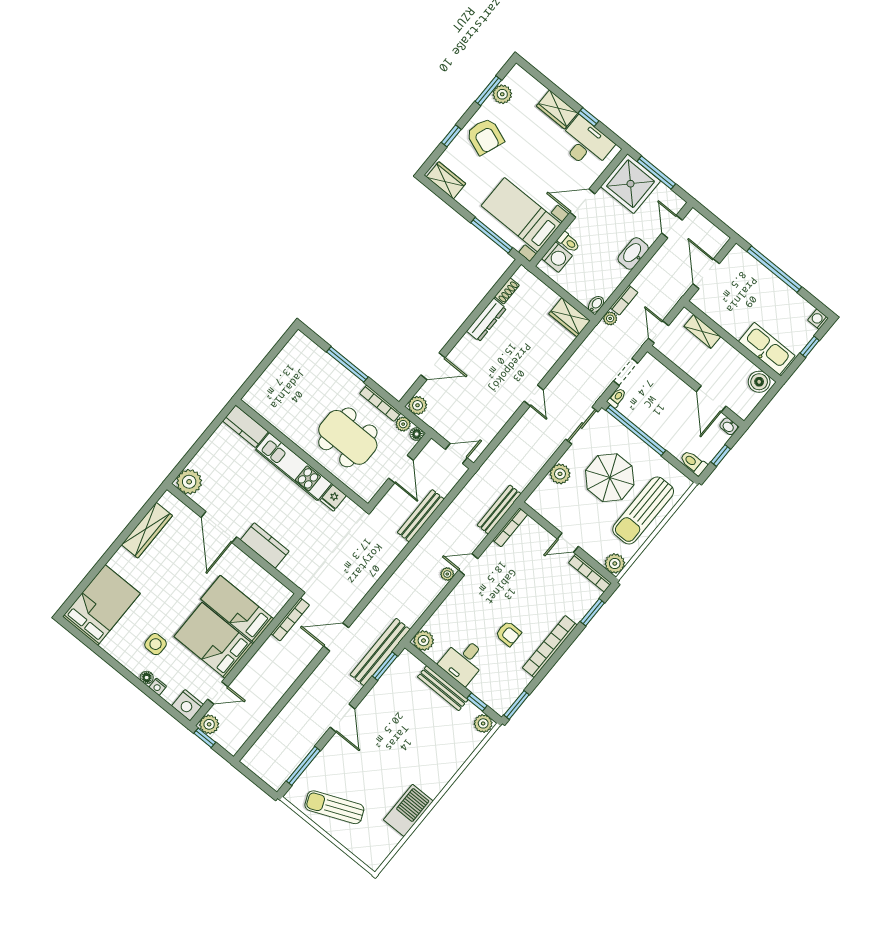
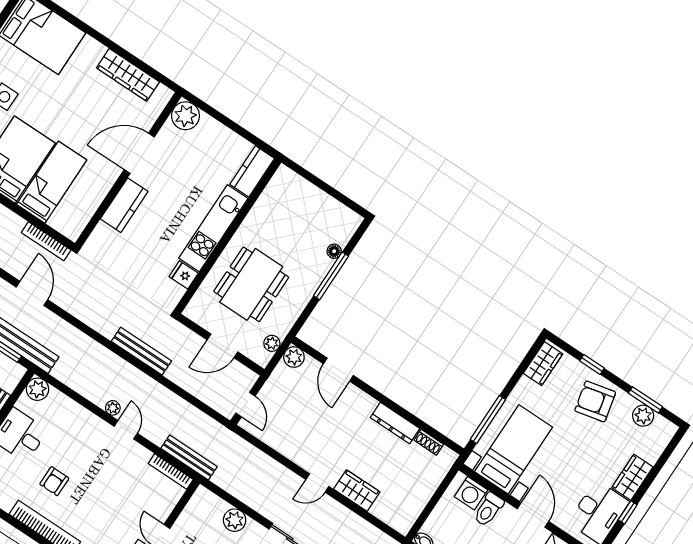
armchair: (485, 136) -> (595, 401), turned 56
toilet: (569, 242) -> (488, 509), width x1.37, depth x1.39
wardrobe: (570, 317) -> (357, 490), moved, turned 90
bookcase: (380, 403) -> (292, 316), removed
floor lamp: (417, 434) -> (334, 251), moved
bench: (421, 516) -> (141, 351), moved

